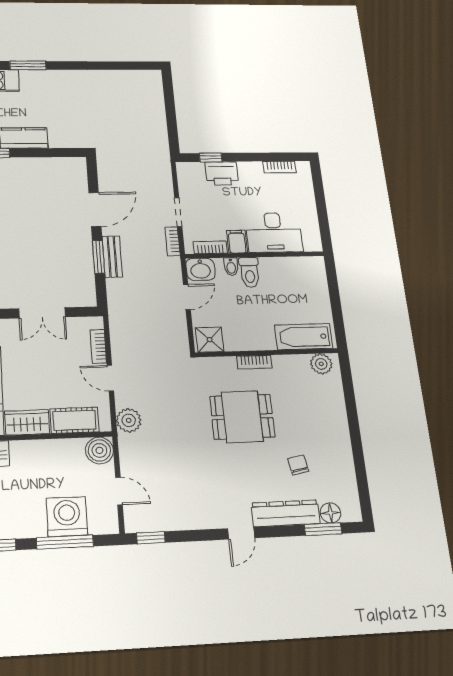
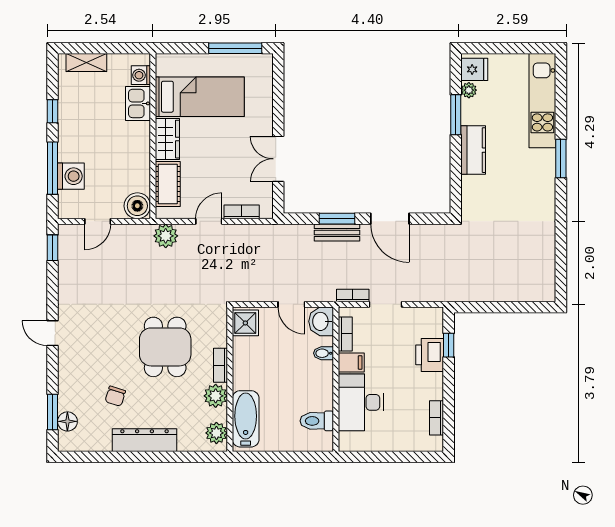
toilet: (250, 272) -> (317, 421), moved
plant: (285, 366) -> (216, 396), added
chair: (298, 465) -> (115, 396), turned 118
dresser: (286, 513) -> (144, 440), moved, turned -90
washing machine: (67, 517) -> (71, 176), width x0.73, depth x0.73

